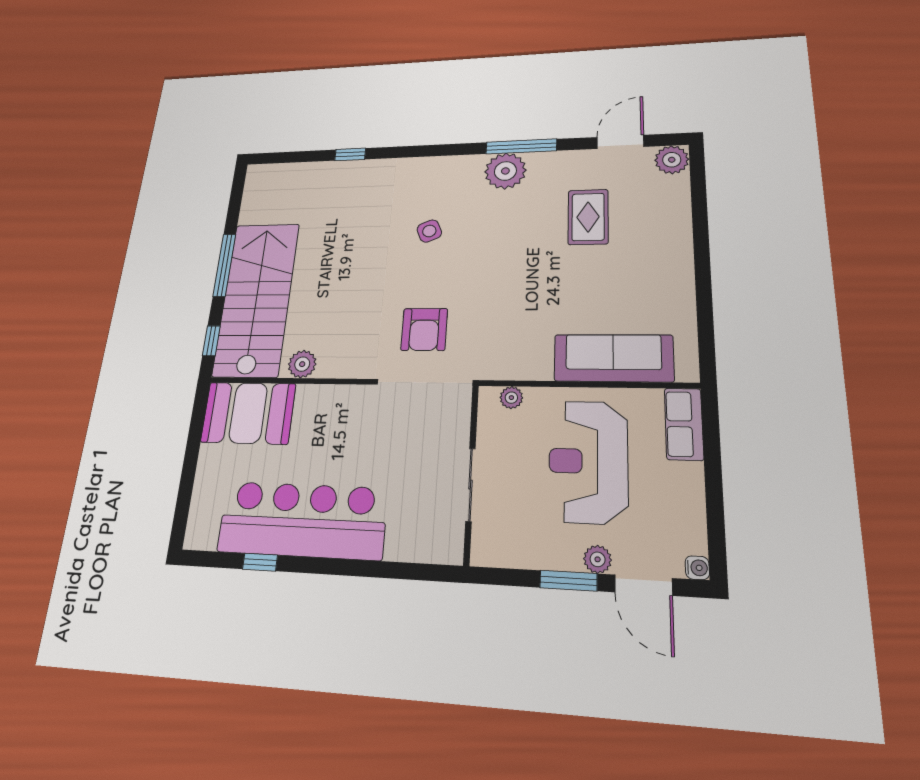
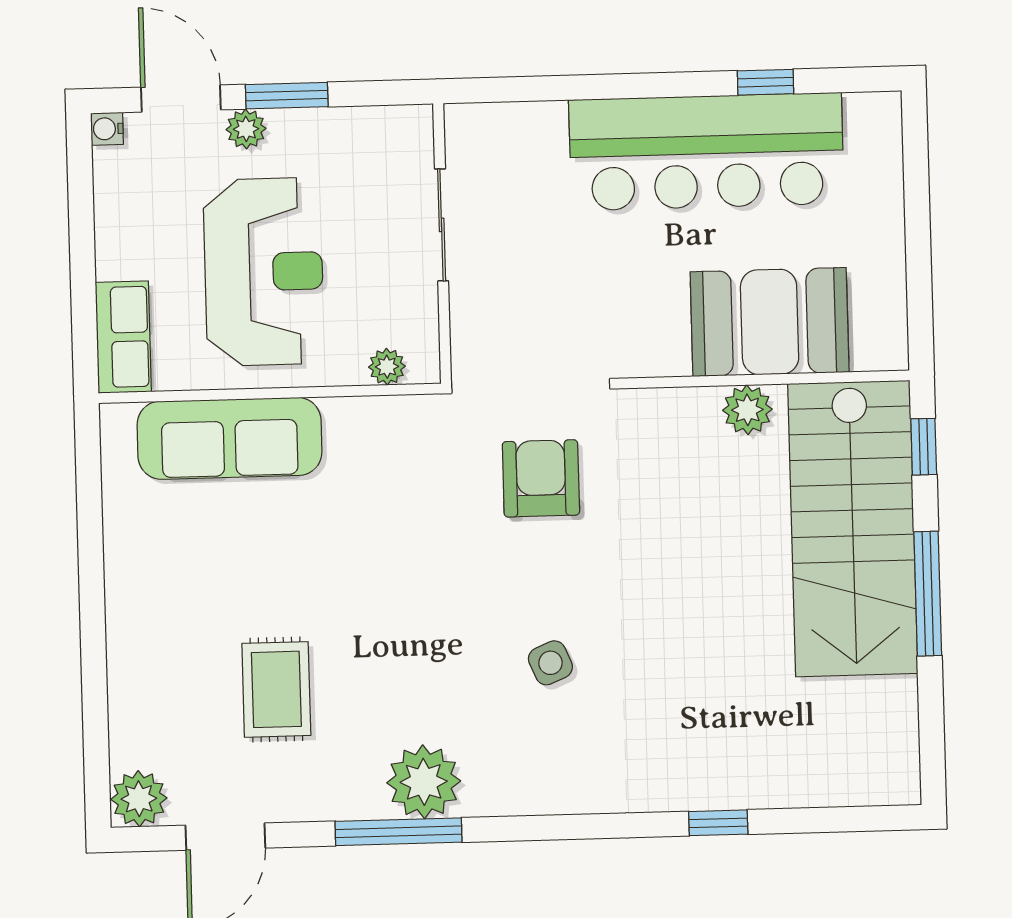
booth: (248, 413) -> (770, 322), moved

